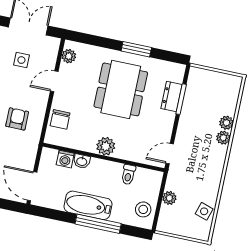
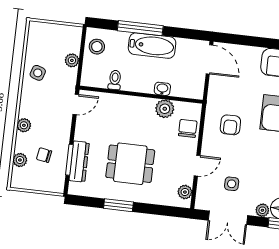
dining table: (121, 89) -> (130, 164), width x0.73
dresser: (172, 96) -> (79, 161), width x1.44
chair: (206, 106) -> (44, 155), added
plant: (226, 123) -> (20, 160), moved
plant: (106, 146) -> (165, 109), moved
washing machine: (65, 159) -> (179, 89), removed
side table: (204, 211) -> (38, 73), moved

